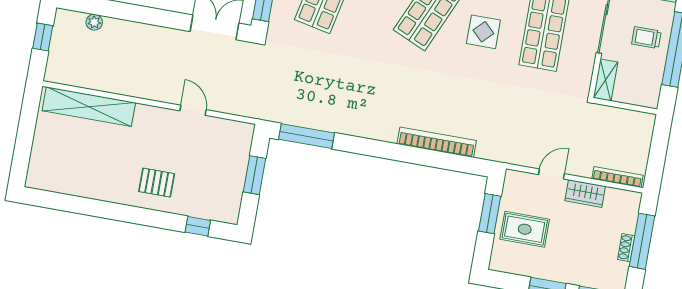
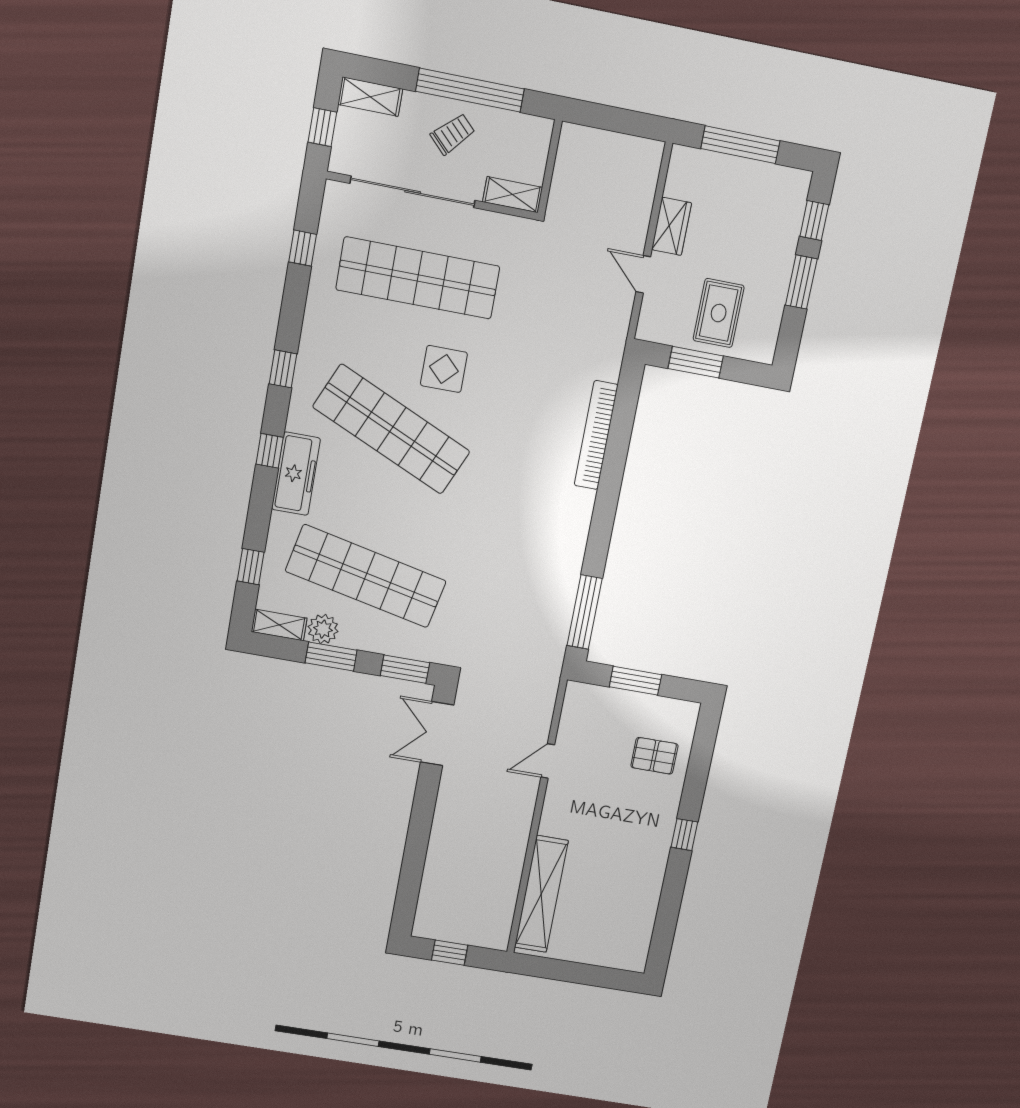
plant: (94, 22) -> (430, 888), removed
trolley: (646, 38) -> (453, 134), turned -135
bookcase: (617, 177) -> (649, 179), removed
pallet: (157, 183) -> (654, 756), moved, turned 90
window: (198, 226) -> (684, 835), moved
shoe rack: (626, 248) -> (749, 168), removed

